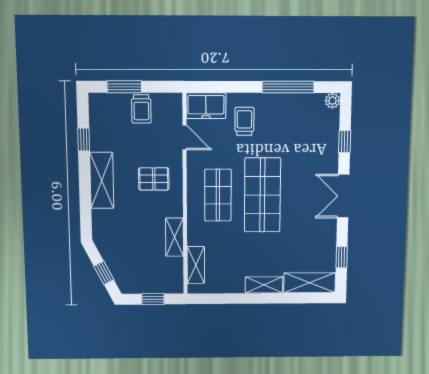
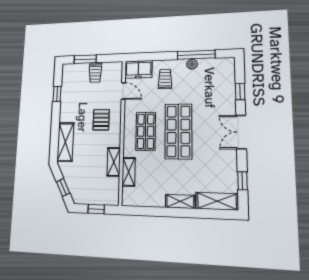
plant: (332, 101) -> (192, 64), moved
pallet: (154, 179) -> (101, 120), turned 90
shelving: (102, 180) -> (65, 142), moved
shelving: (196, 265) -> (129, 172), moved

